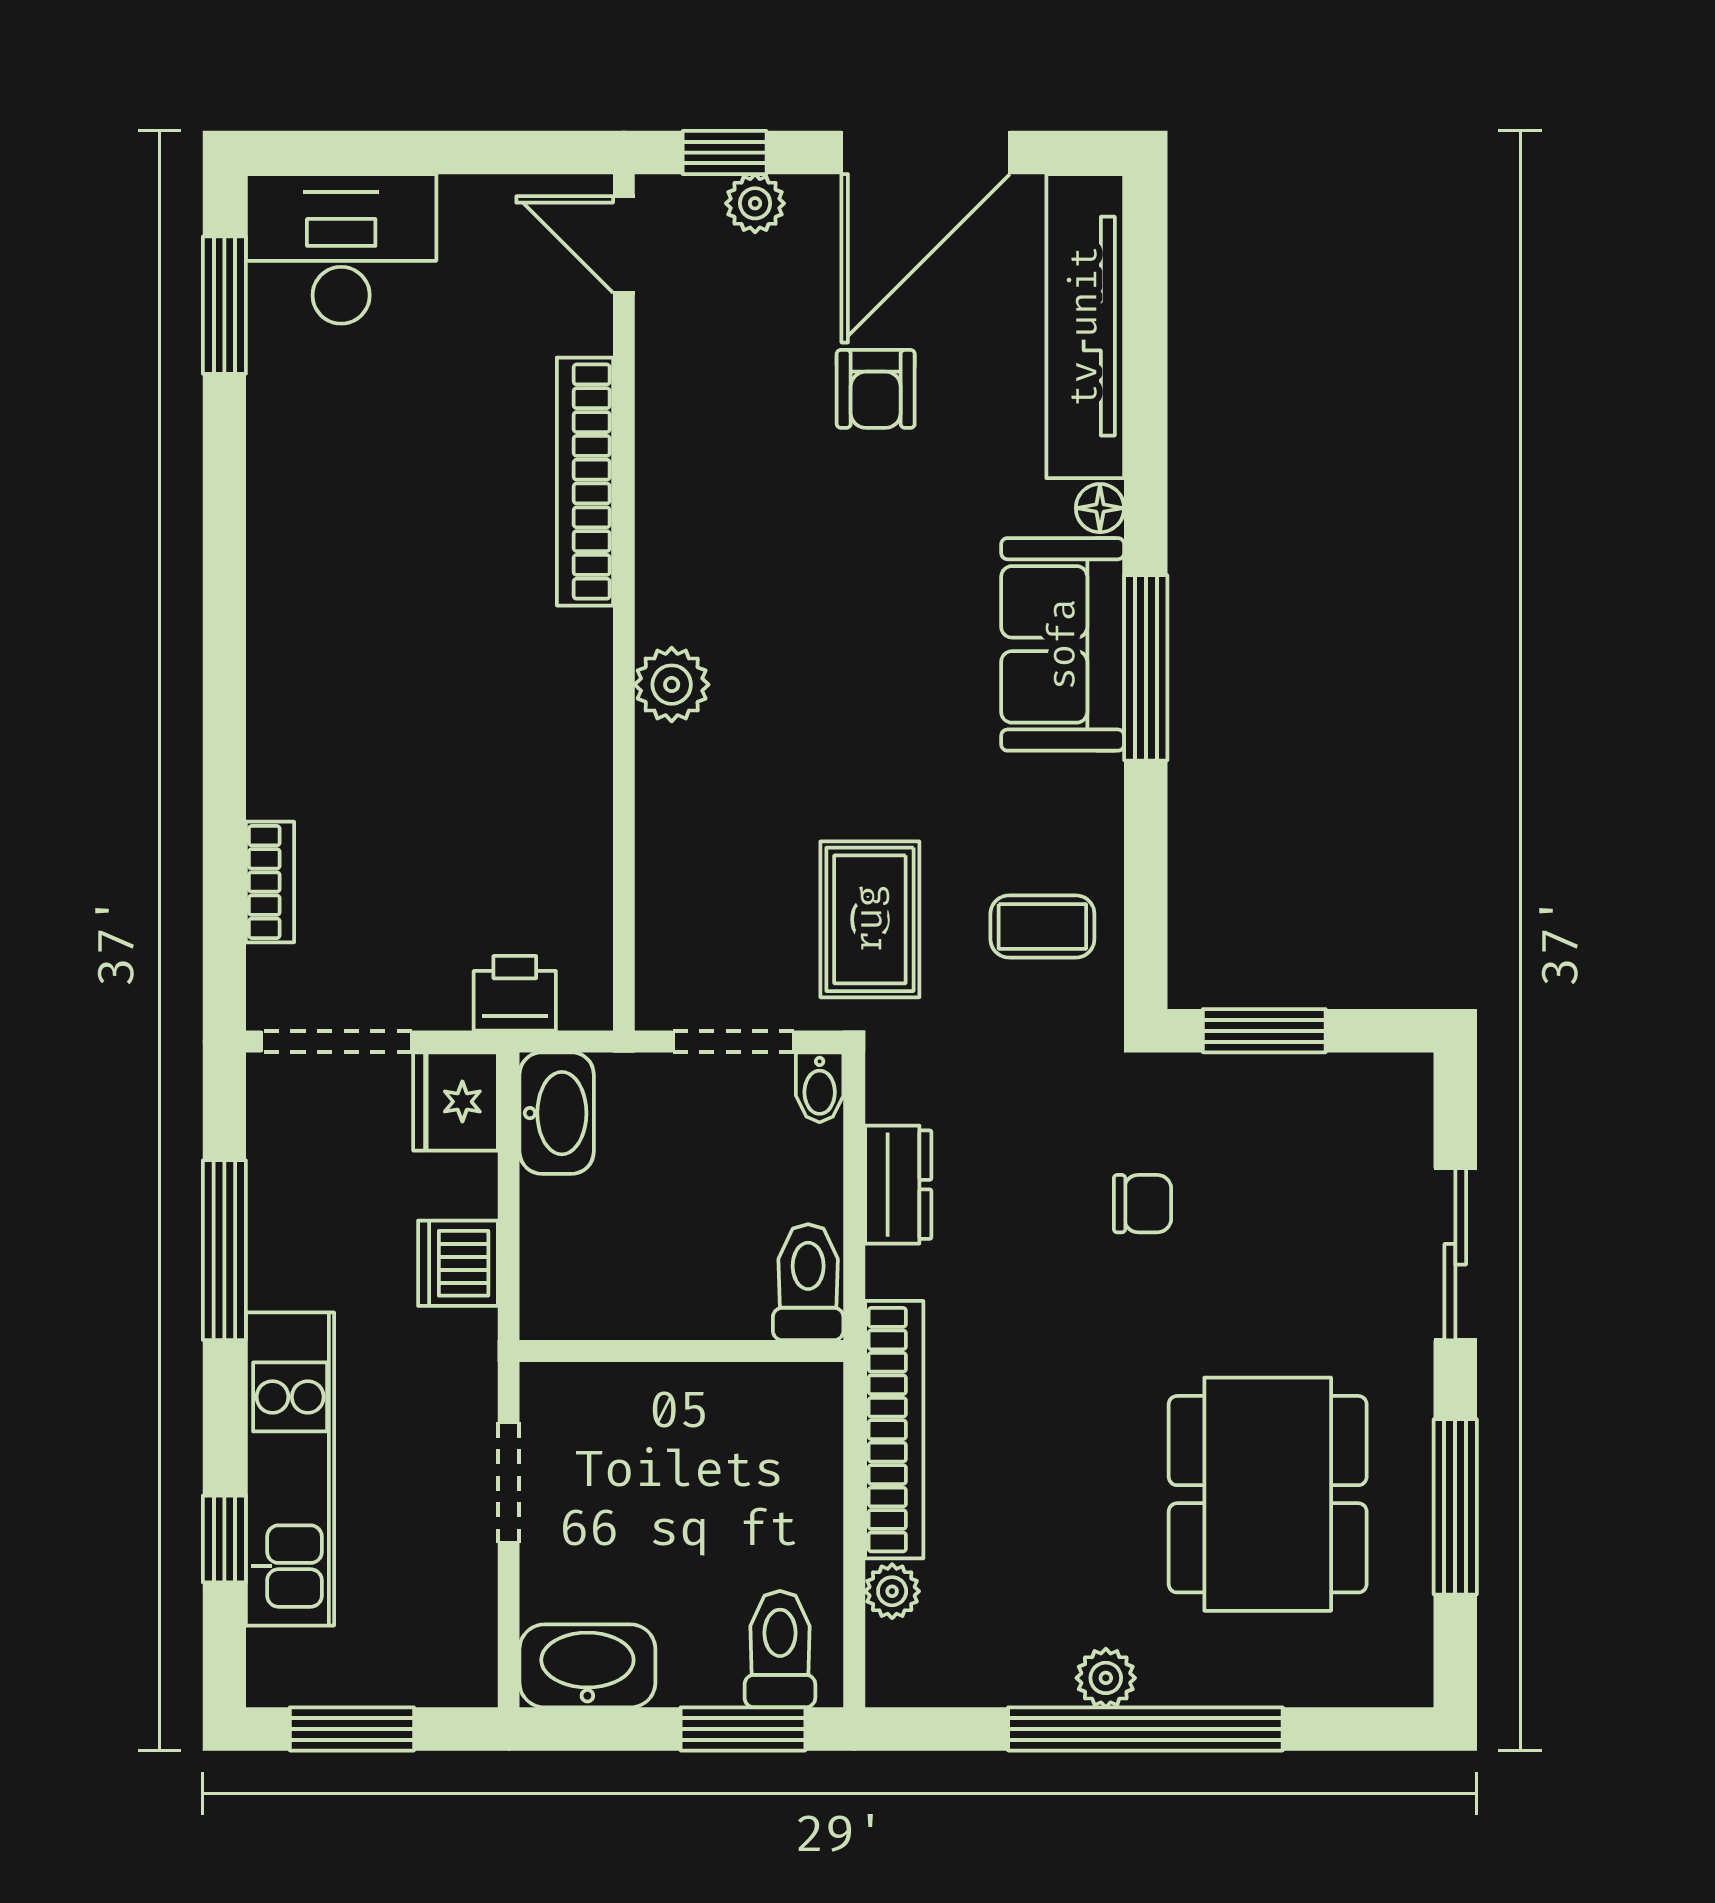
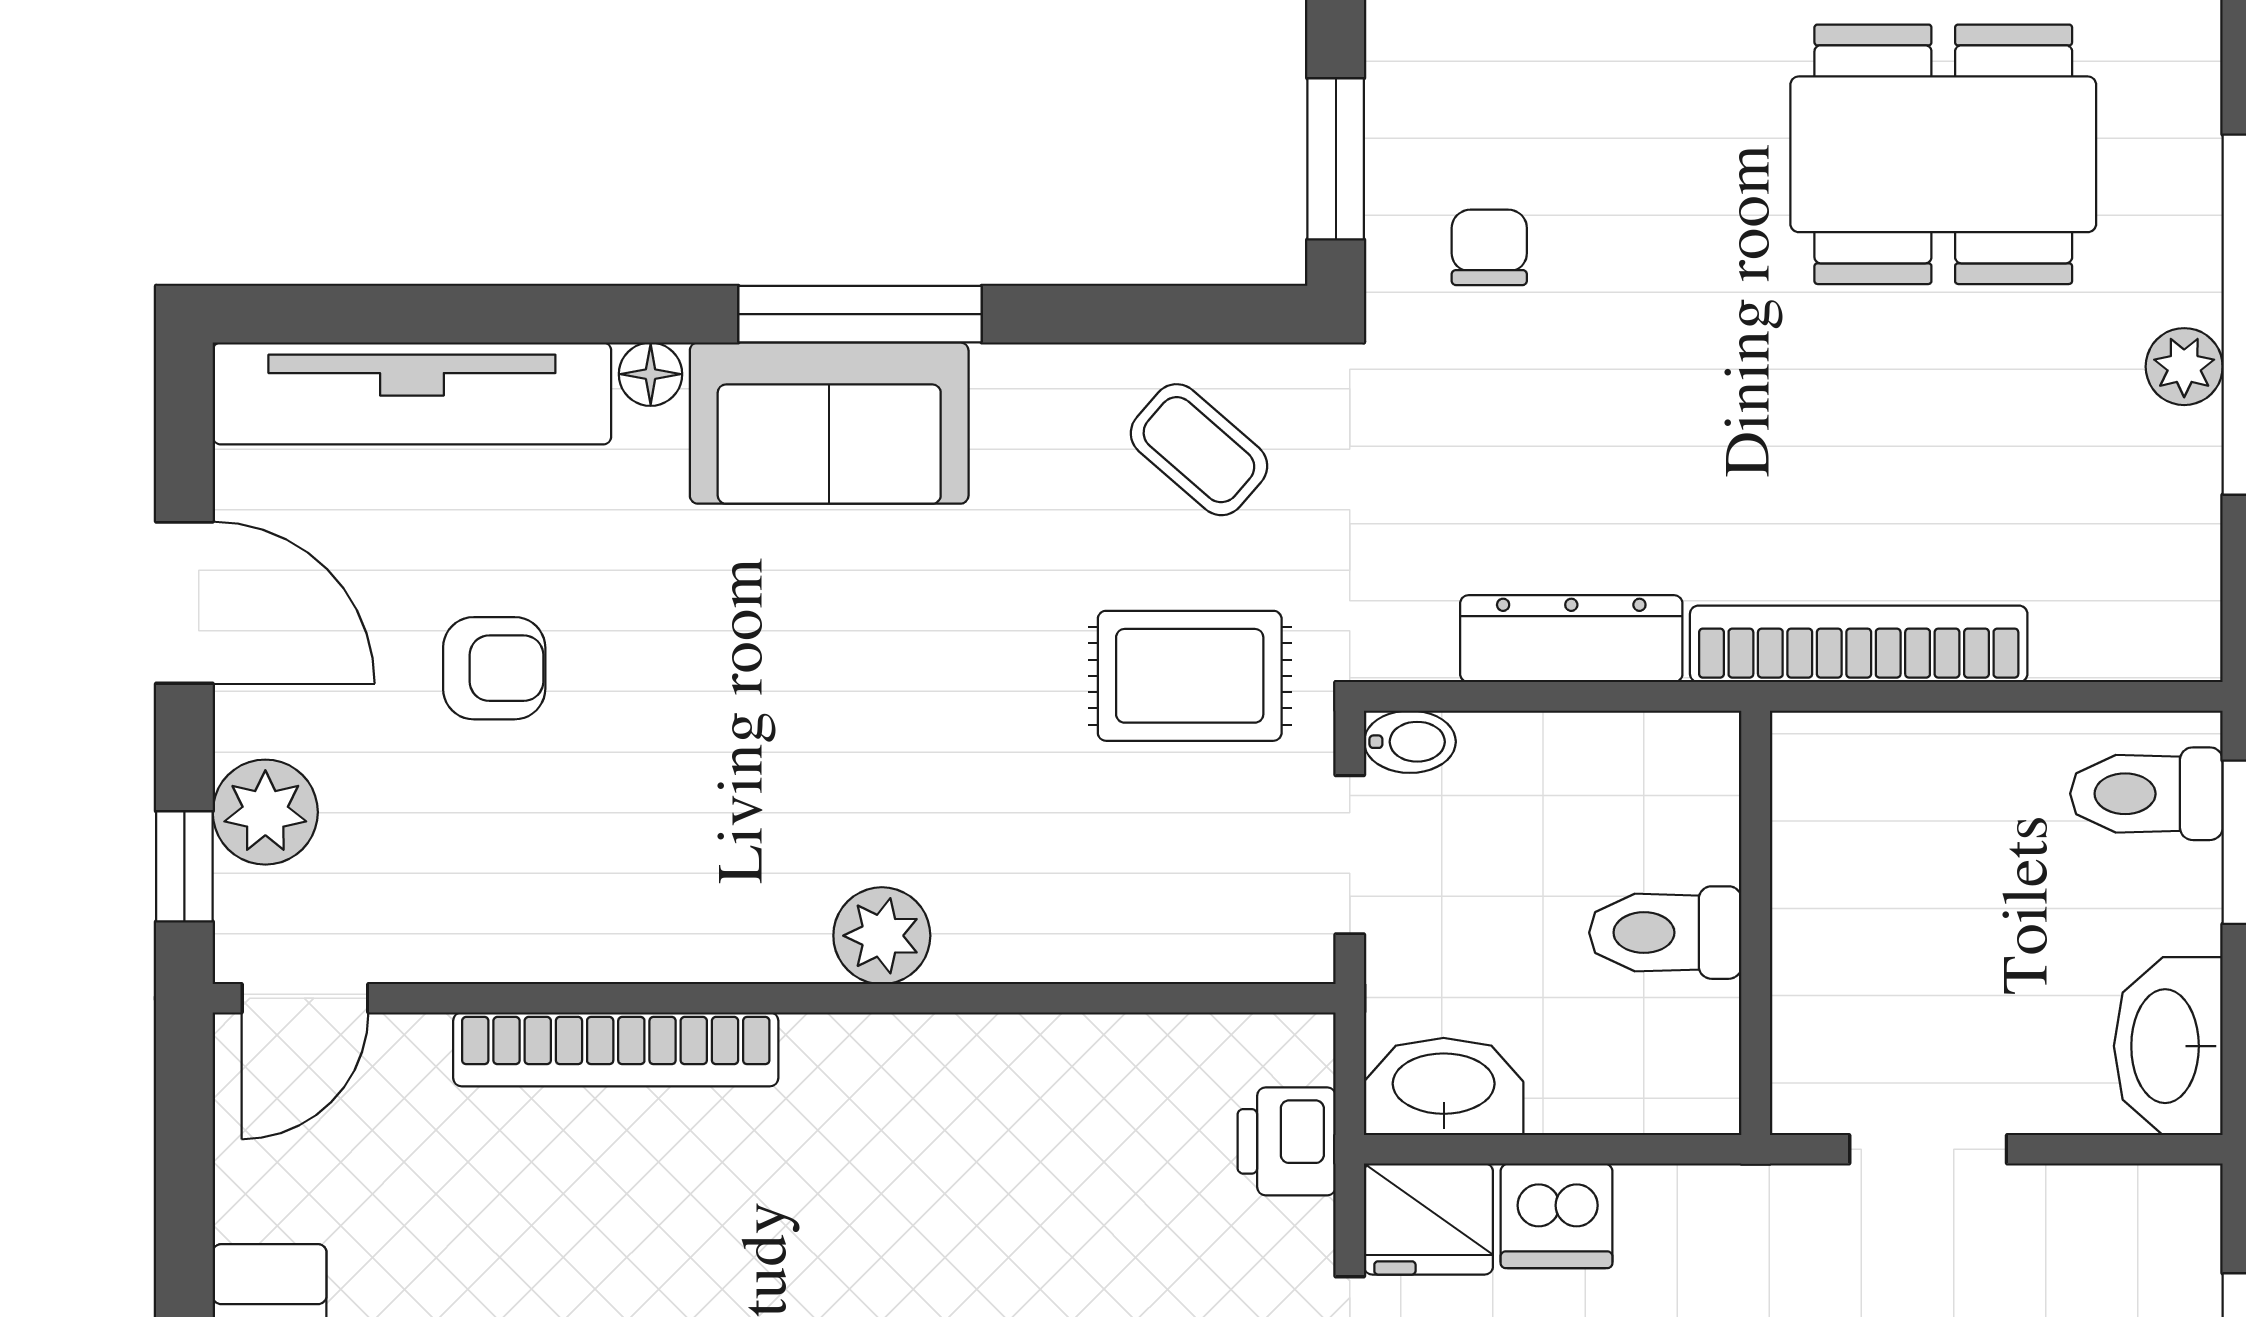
door: (926, 153) -> (184, 603), width x0.73
plant: (755, 203) -> (265, 812), width x1.38, depth x1.38
coffee table: (1042, 926) -> (1199, 450), turned -49
dresser: (898, 1185) -> (1571, 639), width x1.44
chair: (1143, 1204) -> (1489, 247), moved
dishwasher: (458, 1263) -> (1556, 1216), moved
toilet: (808, 1282) -> (1665, 933), moved
plant: (892, 1591) -> (2070, 647), removed

